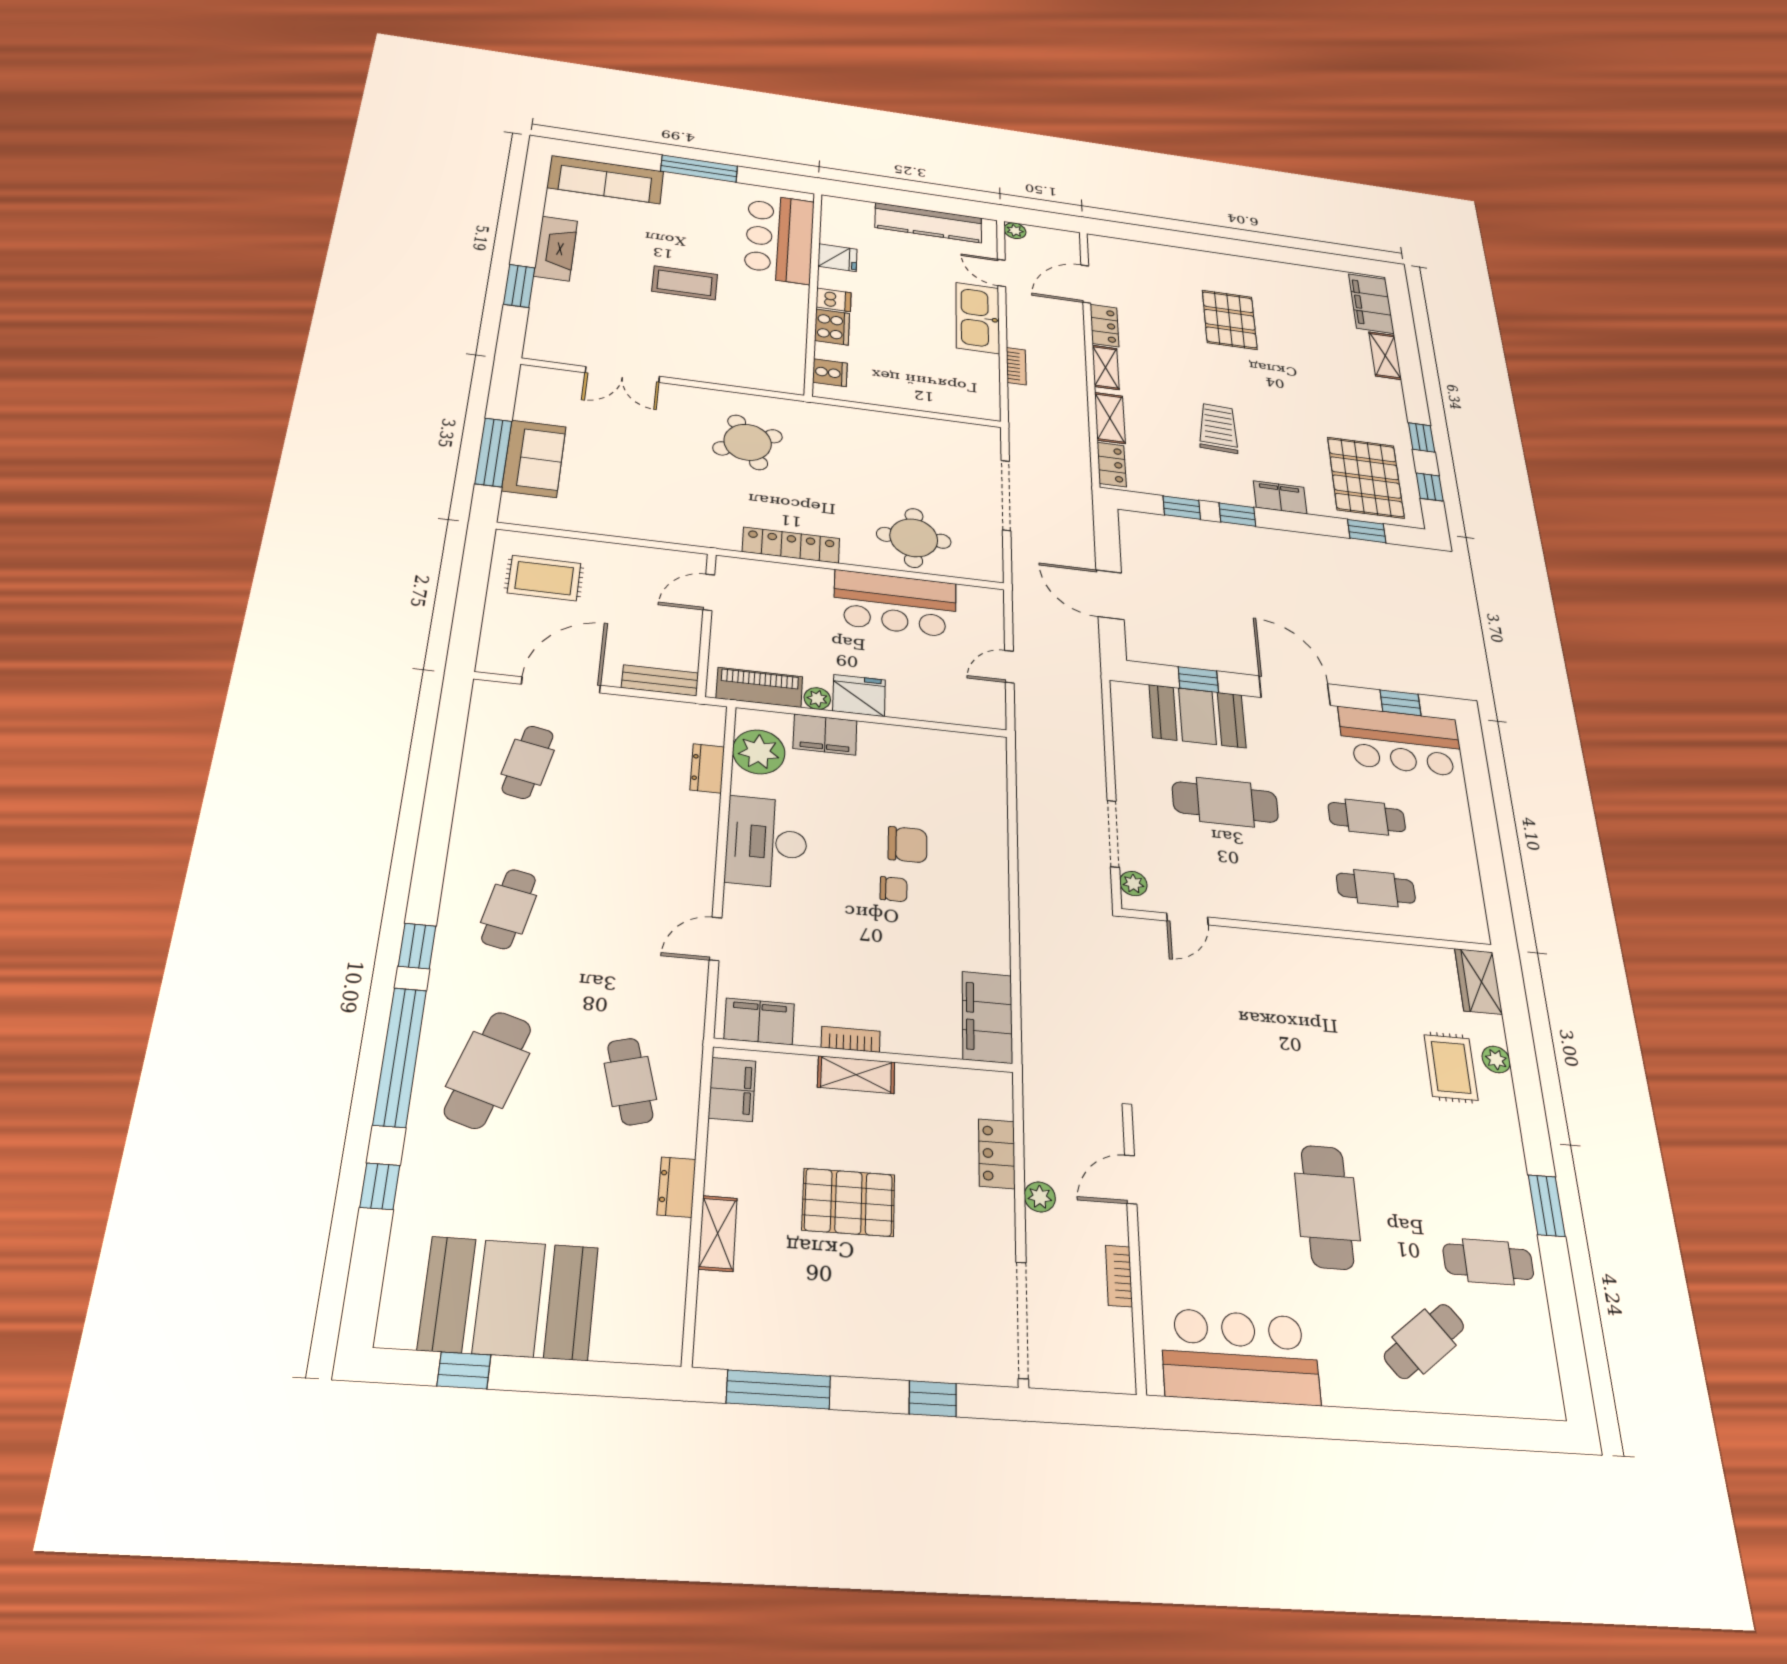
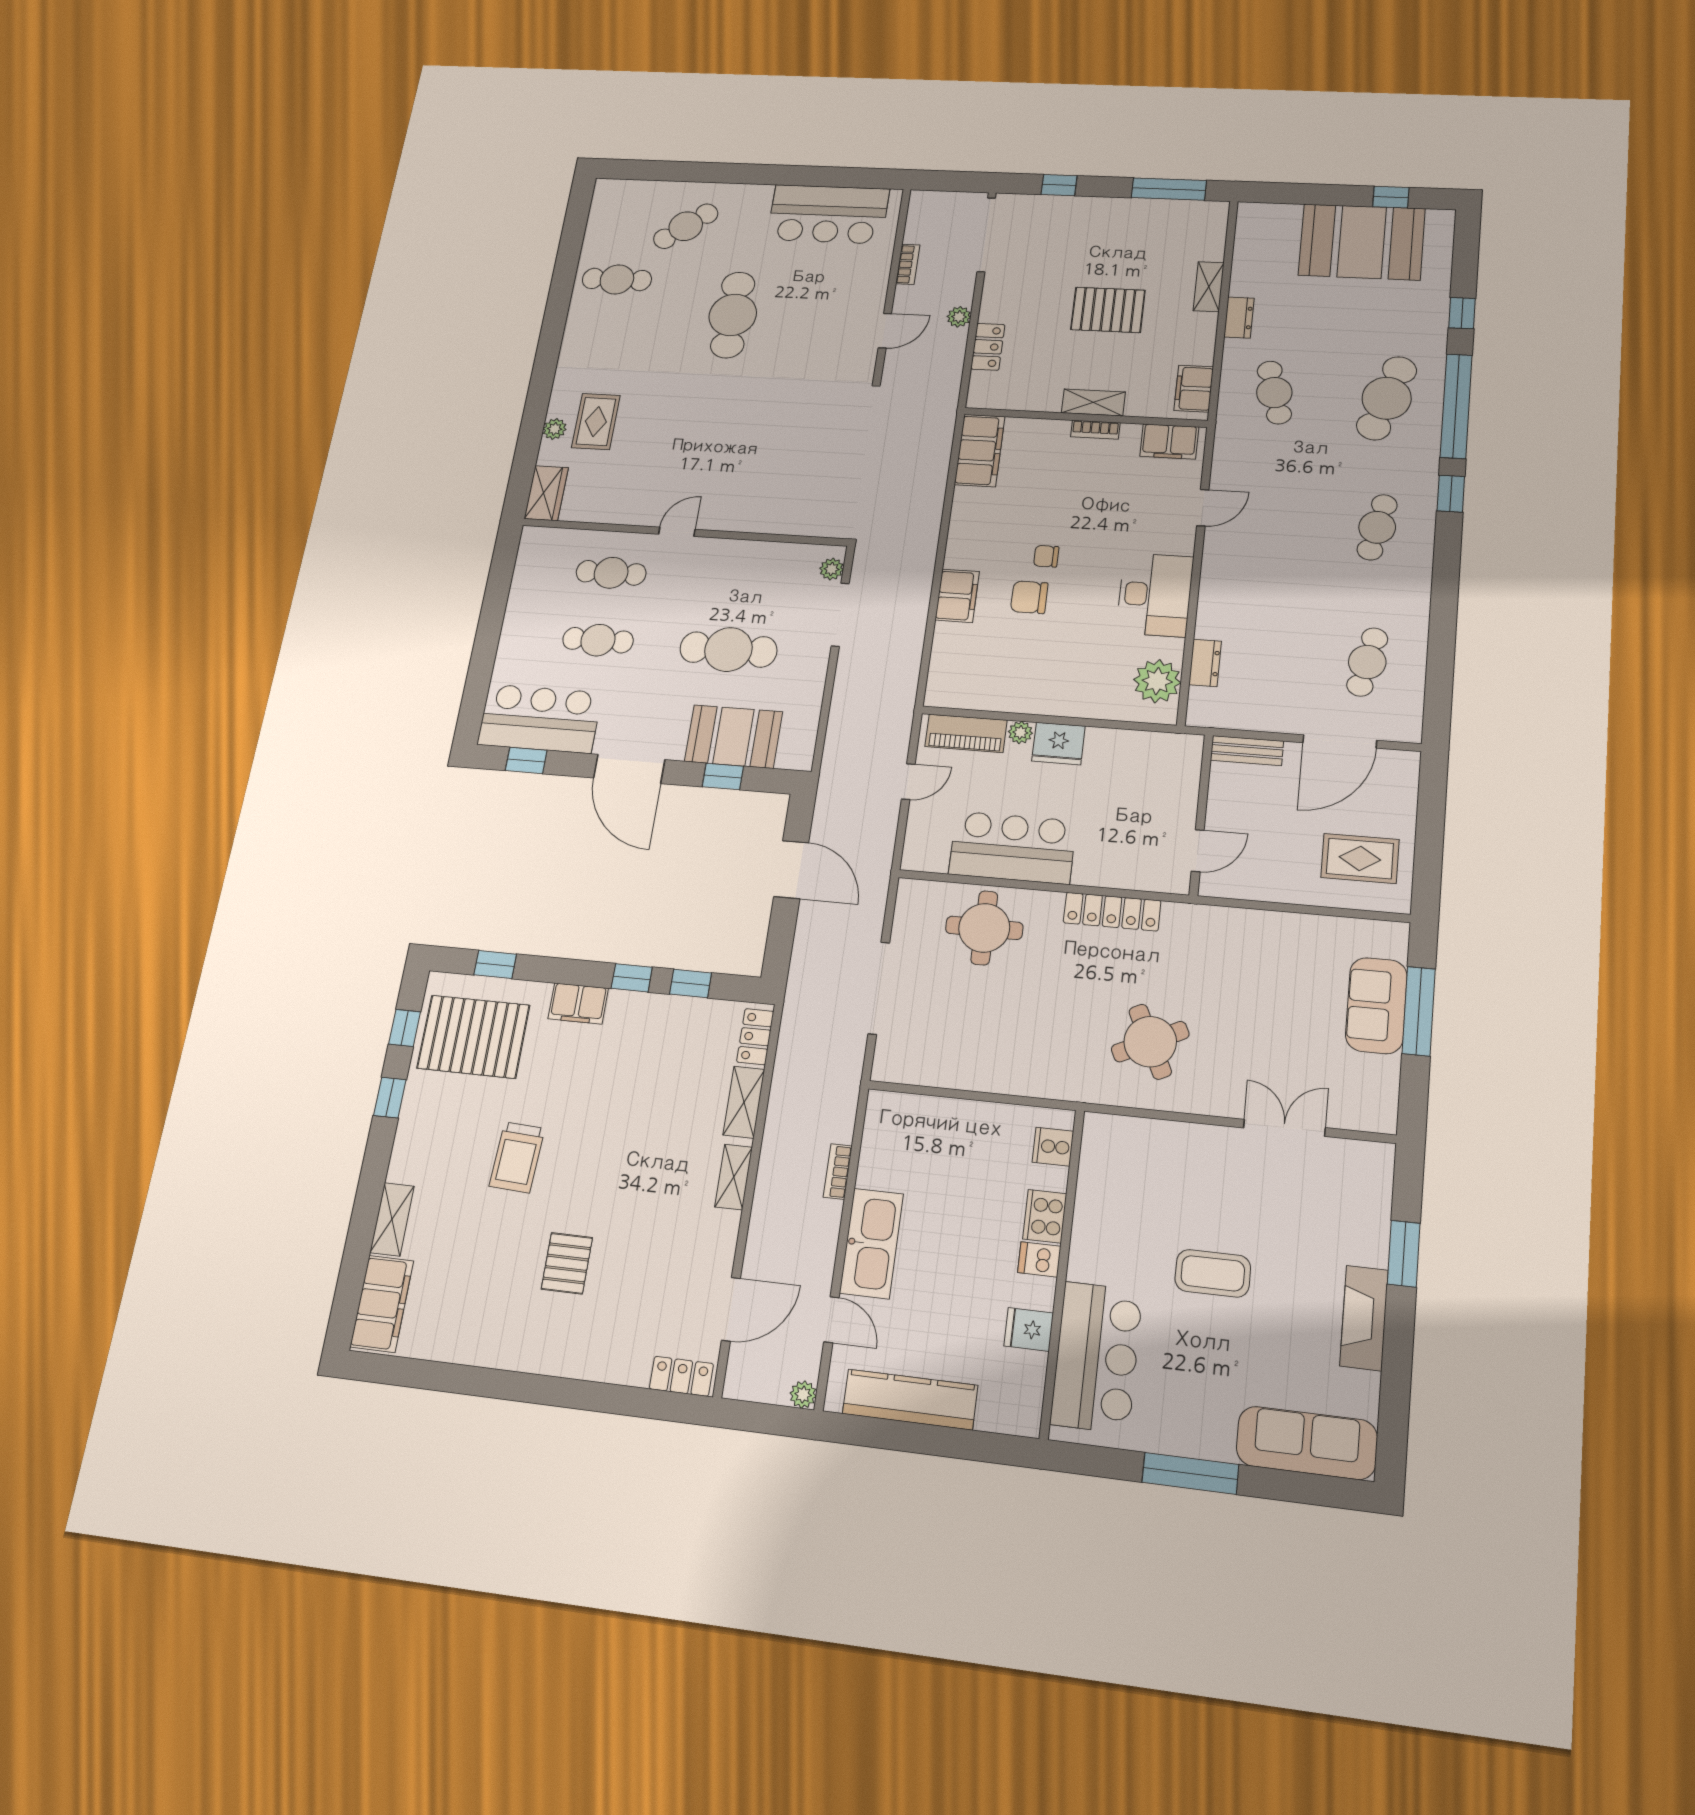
pallet: (1230, 320) -> (567, 1263), width x0.67, depth x0.71
locker: (1104, 326) -> (681, 1376), moved, turned 90
trolley: (1218, 428) -> (517, 1157), moved
pallet: (1366, 477) -> (473, 1037), turned 90
piano: (759, 687) -> (966, 733), moved
plant: (817, 699) -> (1020, 732), moved
filing cabinet: (825, 735) -> (957, 596), moved, turned 90
door: (1187, 919) -> (677, 532), moved
window: (1547, 1206) -> (555, 319), removed

